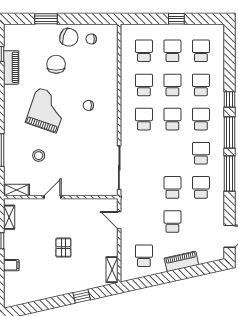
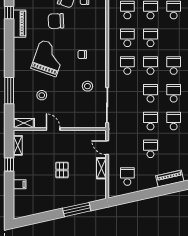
chair: (56, 64) -> (56, 21), turned -92
school desk: (201, 85) -> (150, 93), moved
stool: (95, 144) -> (87, 86), added
door: (53, 197) -> (53, 129), hinge flipped
piano: (181, 261) -> (170, 179), moved
shelving: (112, 270) -> (101, 168), moved
window: (82, 296) -> (77, 210), width x2.17

